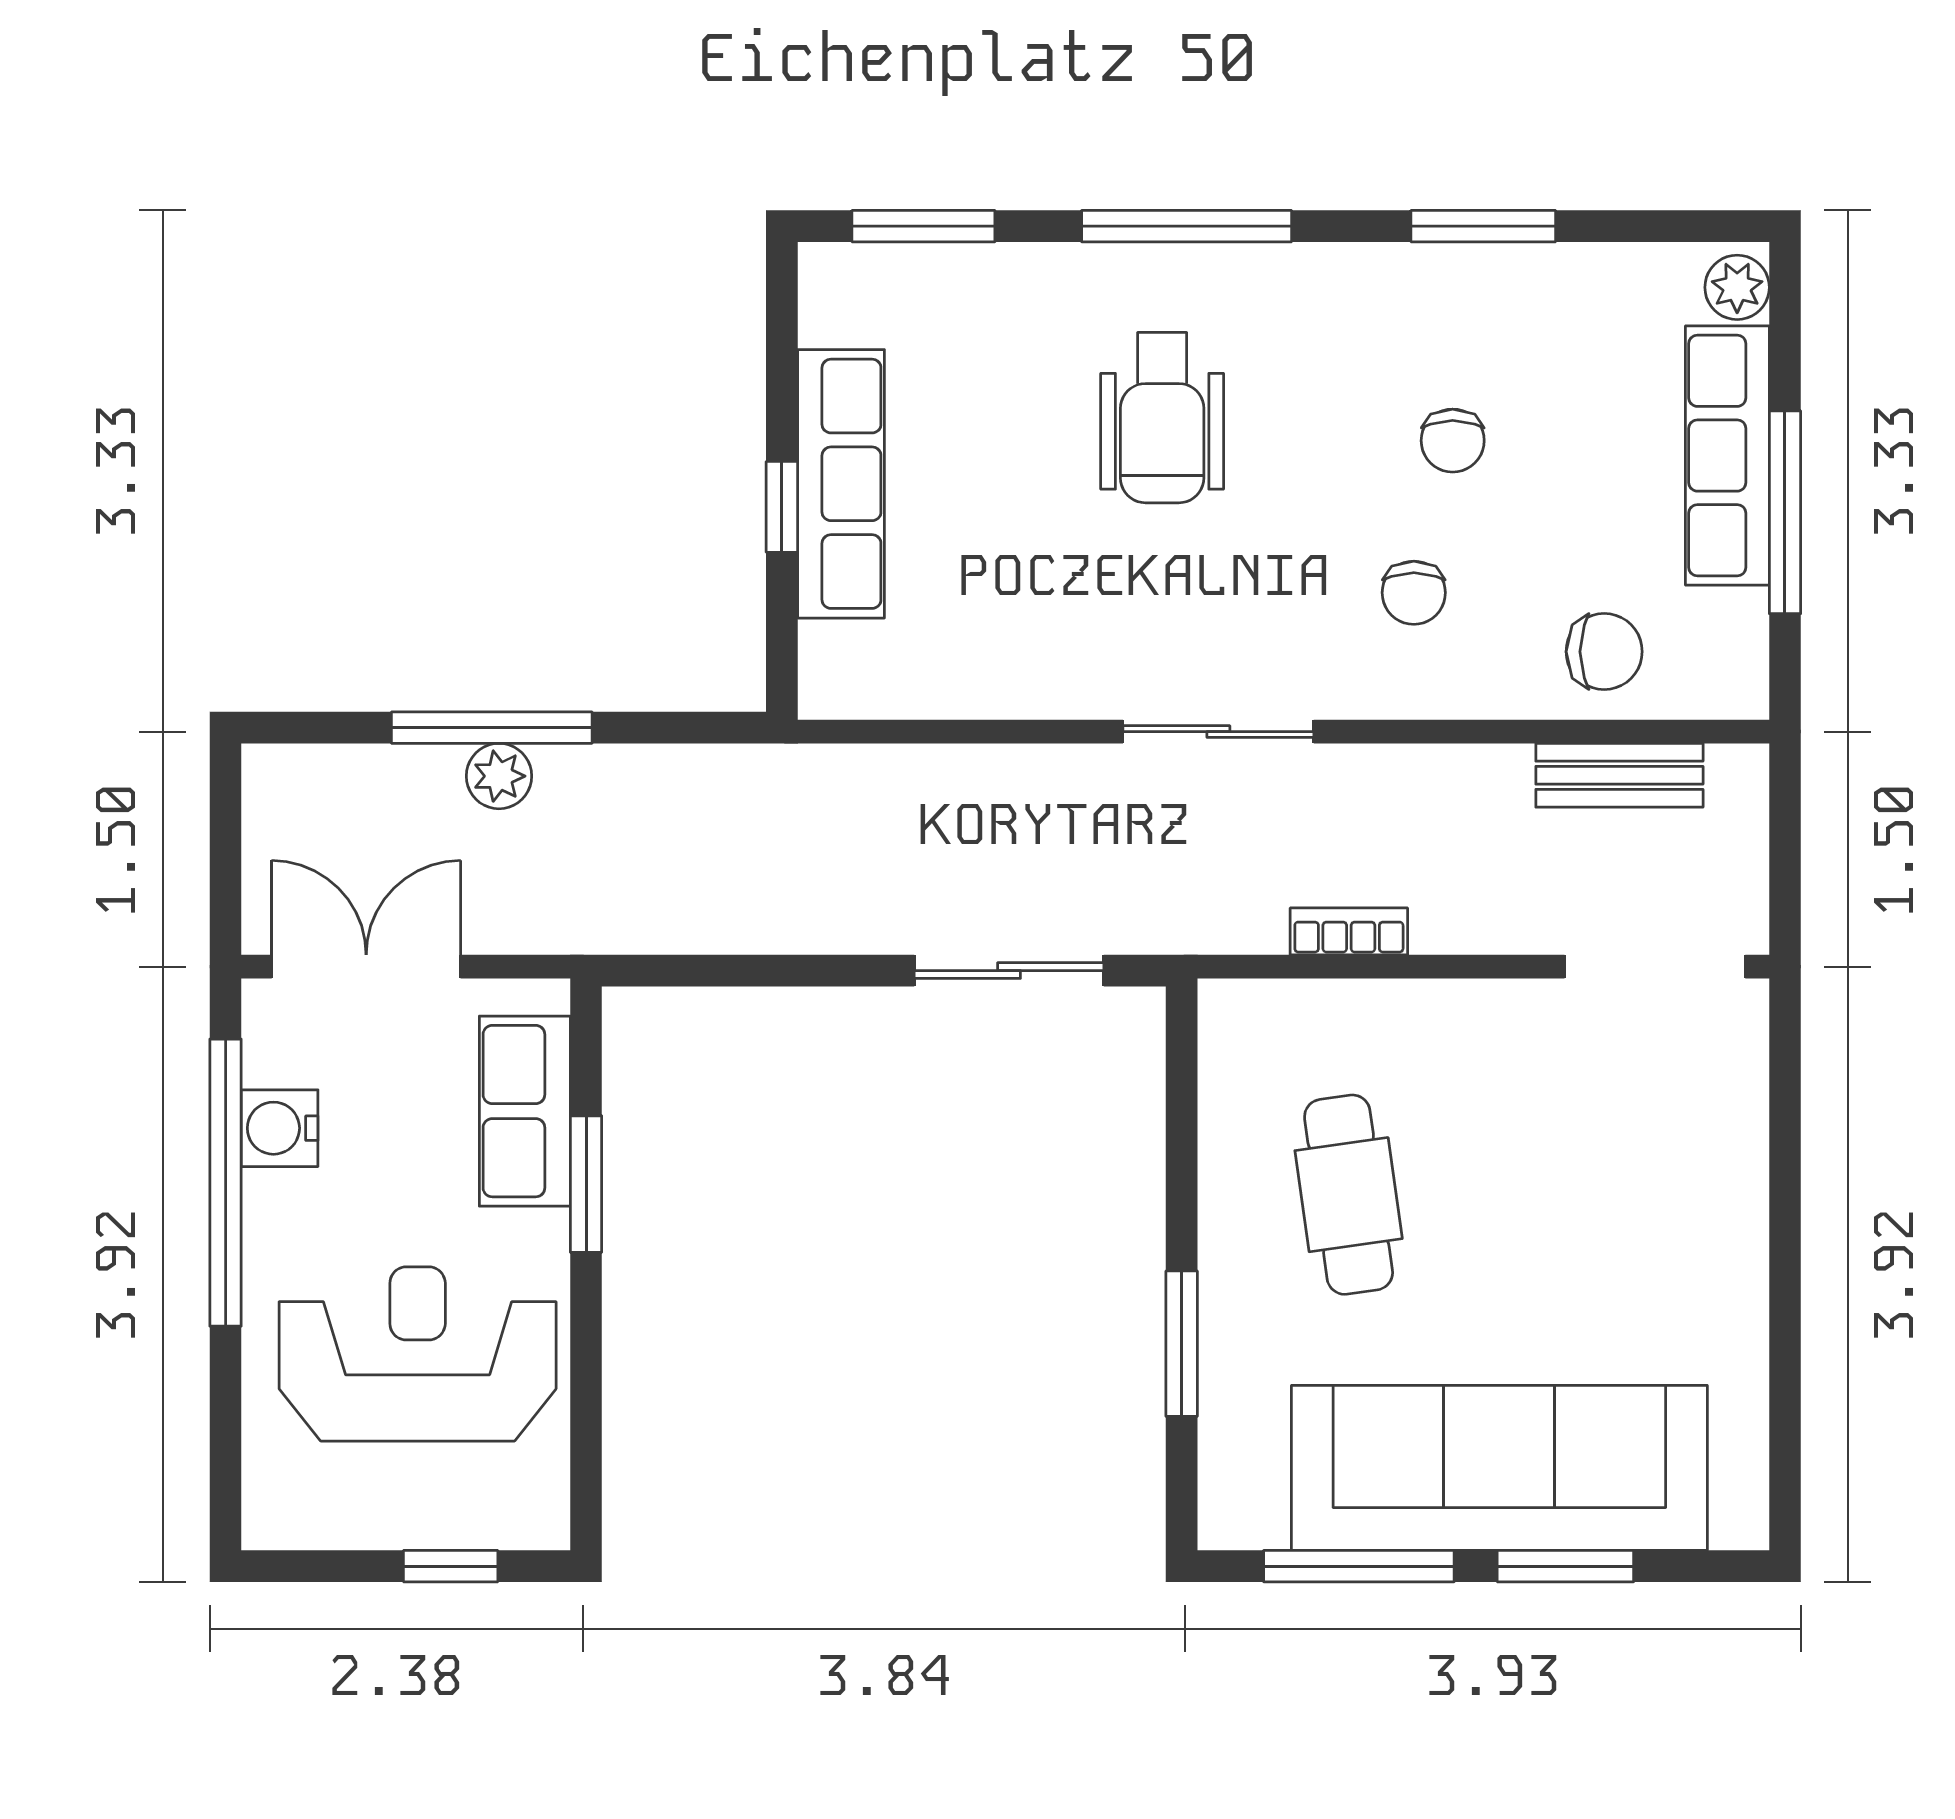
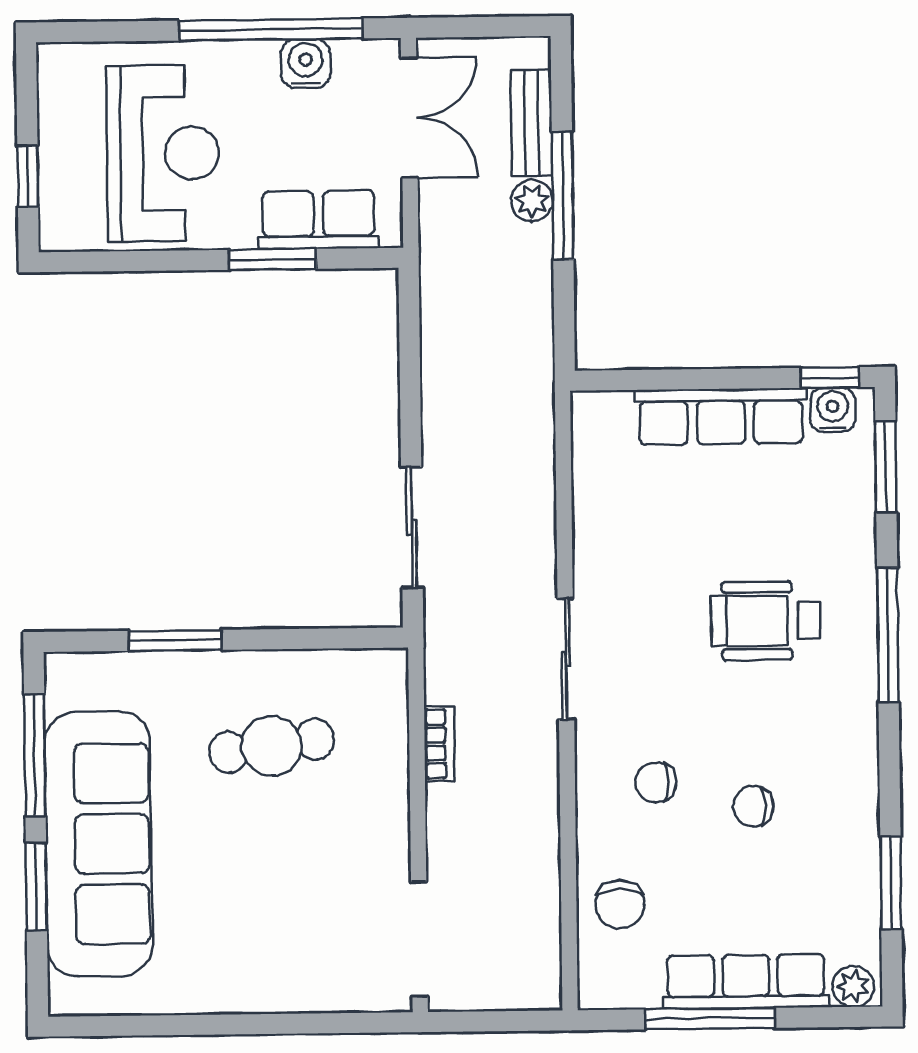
window: (1483, 226) -> (891, 883), moved
water cooler: (832, 308) -> (833, 410), added
window: (782, 507) -> (830, 377), moved
bench: (1619, 775) -> (531, 123), moved

